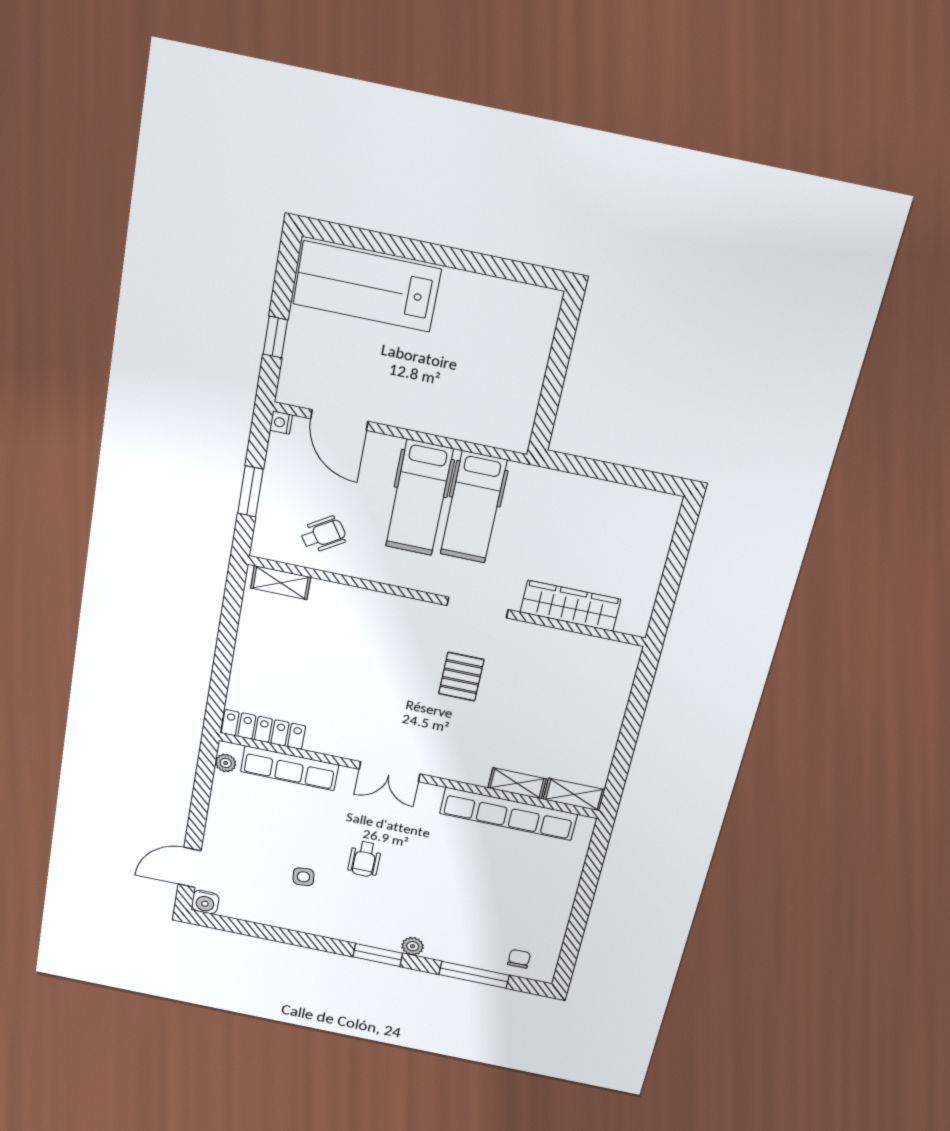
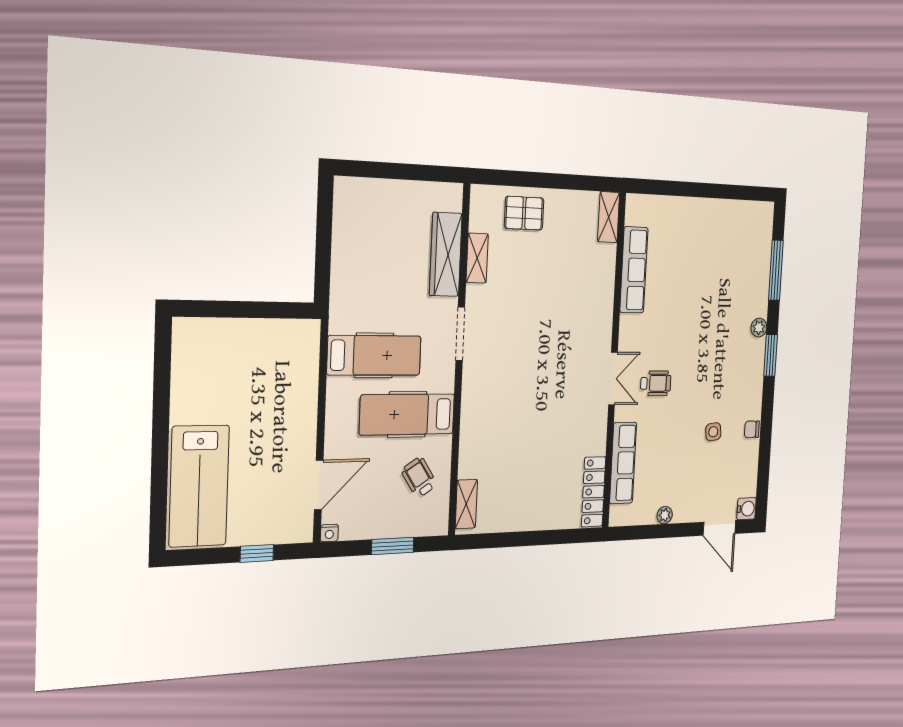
hospital bed: (419, 498) -> (407, 414), moved, turned 180
pallet: (461, 677) -> (524, 213), moved
plant: (226, 763) -> (665, 515), moved
shelving: (517, 783) -> (477, 258), moved
row of seats: (508, 814) -> (634, 270), width x0.73
wheelchair: (365, 859) -> (656, 383), moved
chair: (519, 959) -> (752, 429), moved

